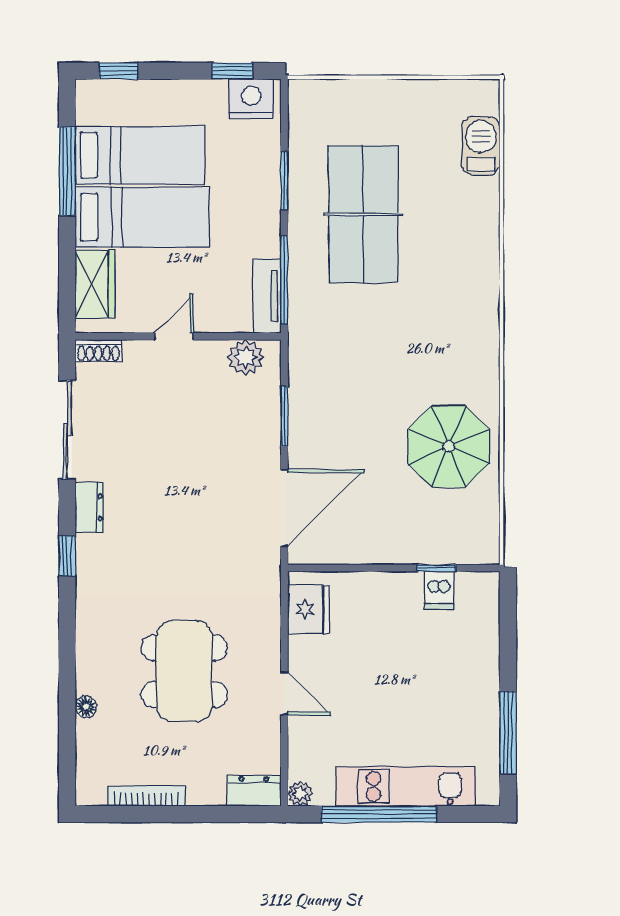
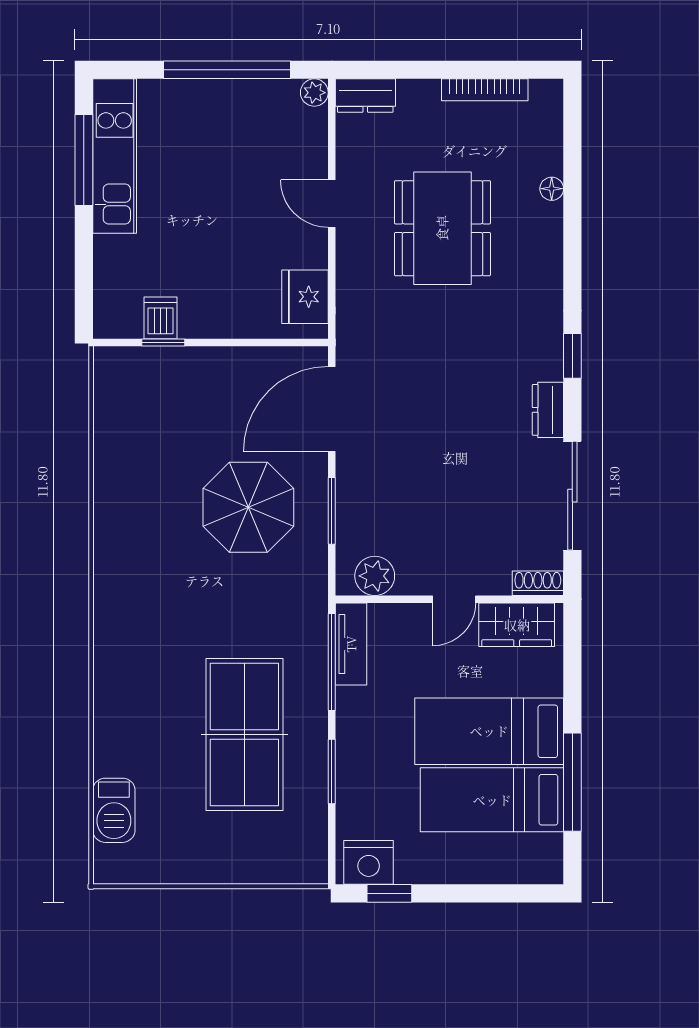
window: (119, 71) -> (515, 893), removed
wardrobe: (95, 284) -> (517, 625), moved, turned -90
parasol: (449, 446) -> (248, 507), moved
kitchen unit: (406, 786) -> (115, 156), moved, turned -90

